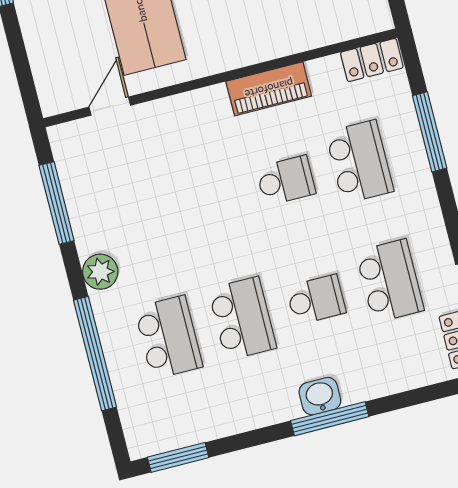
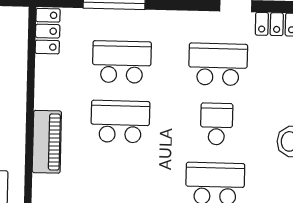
piano: (269, 89) -> (47, 142), moved
school desk: (286, 181) -> (120, 122), width x1.85

